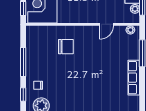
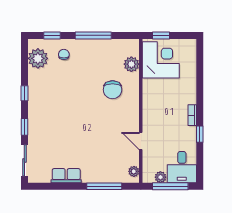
plant: (46, 32) -> (131, 64), added
row of seats: (134, 78) -> (66, 176), width x0.68

